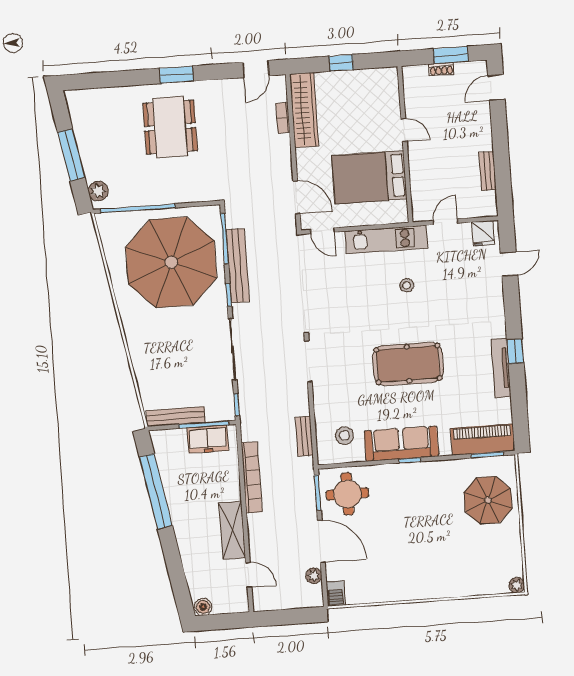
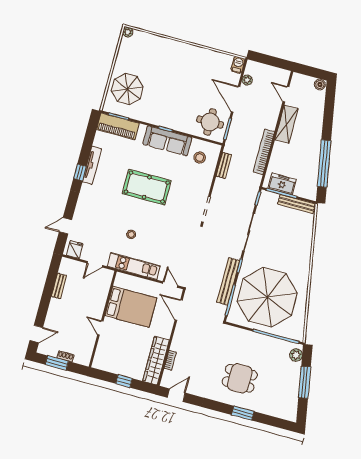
window: (176, 75) -> (243, 413), moved
dining table: (170, 127) -> (240, 378), width x0.73

